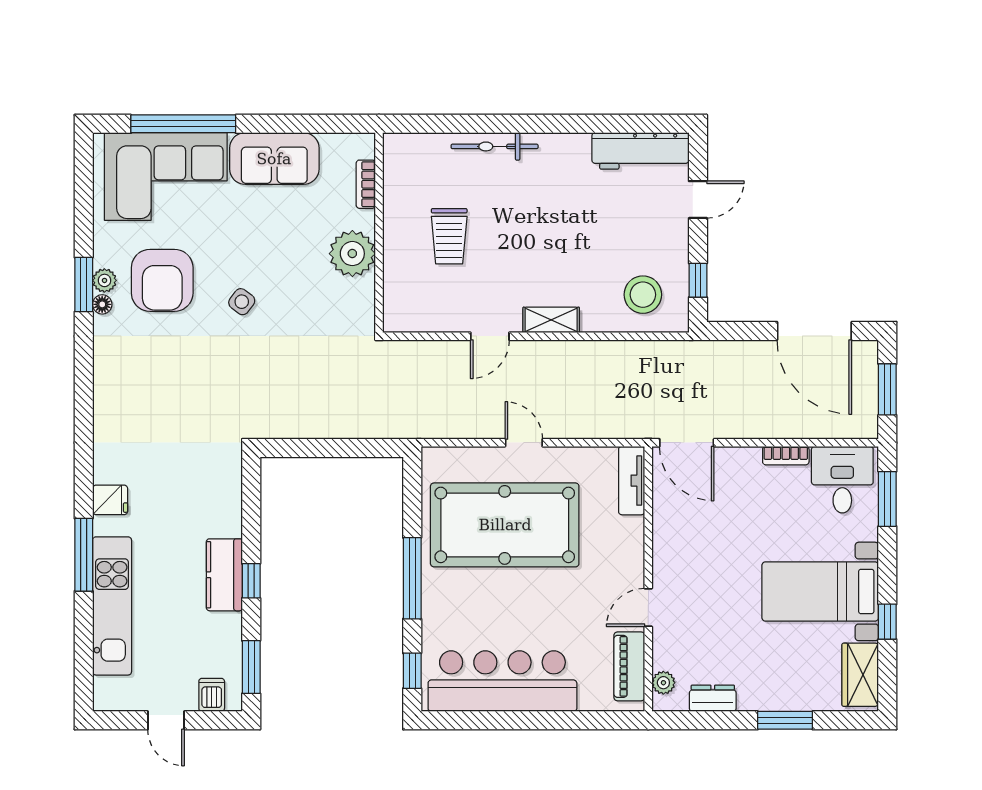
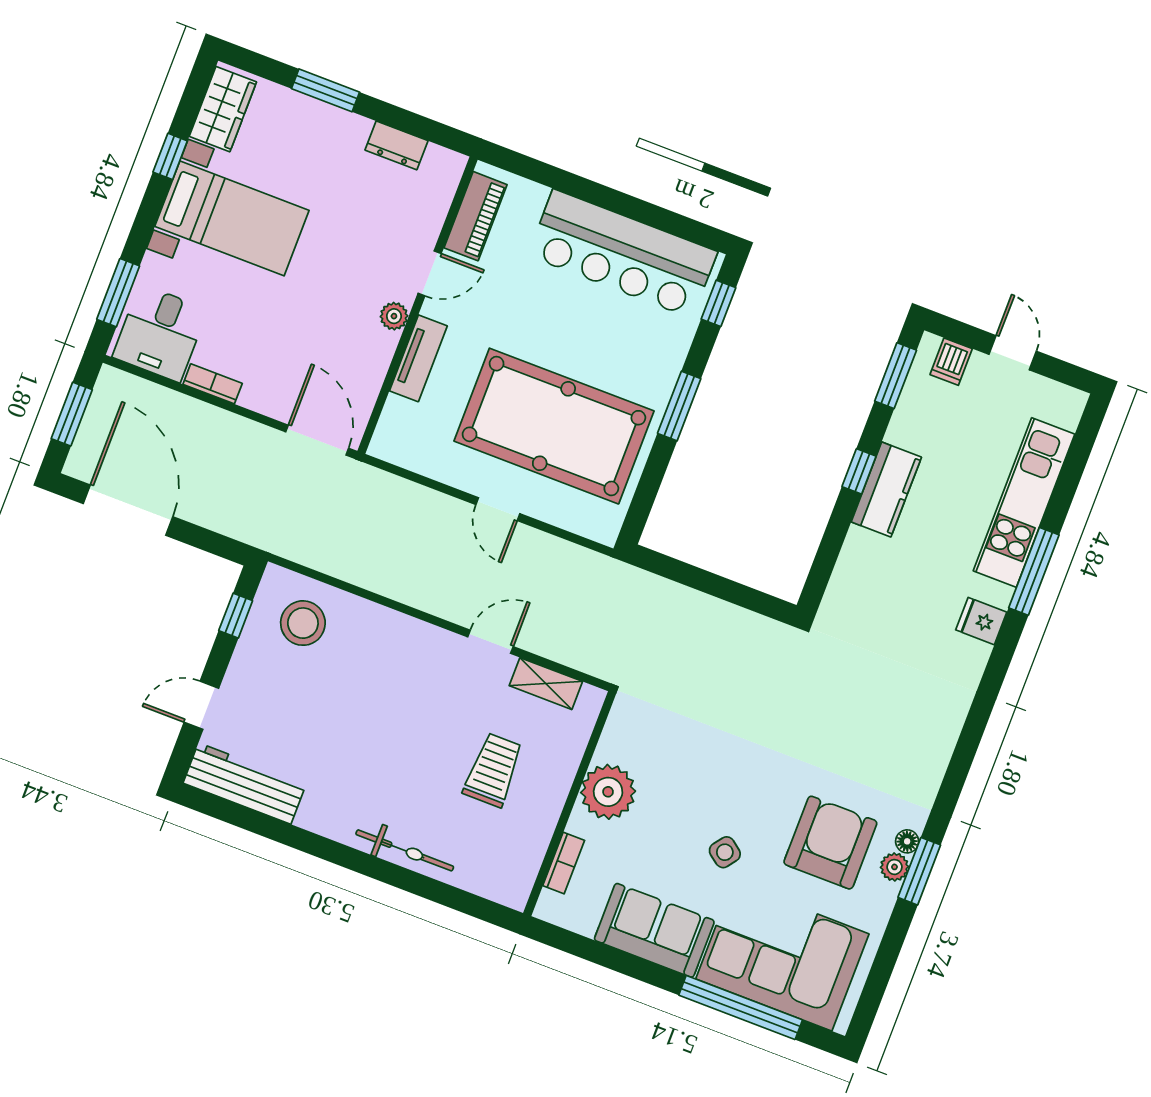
side table: (242, 302) -> (725, 852), moved
shelving: (551, 320) -> (546, 684), moved
tv unit: (632, 481) -> (418, 358), moved
window: (412, 578) -> (679, 406), width x0.69
plant: (663, 683) -> (394, 316), moved

